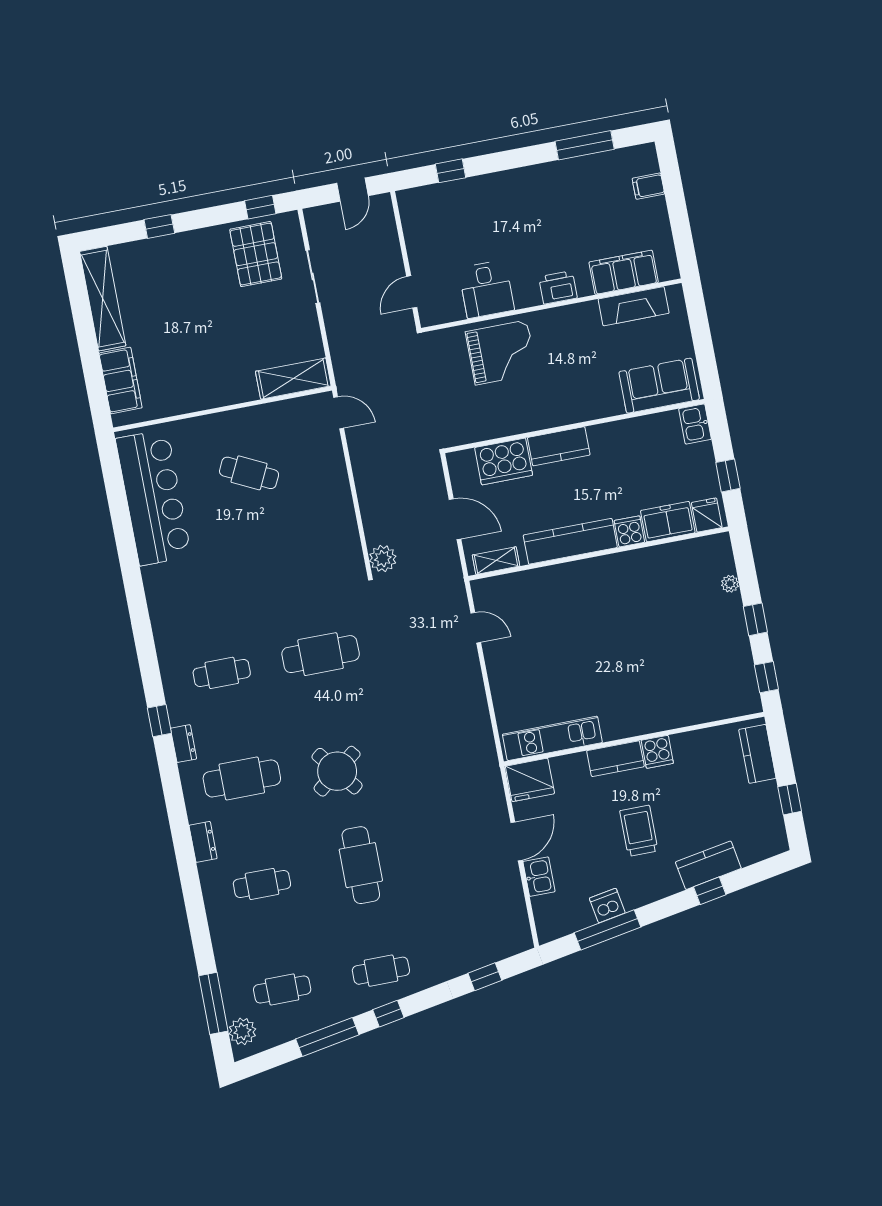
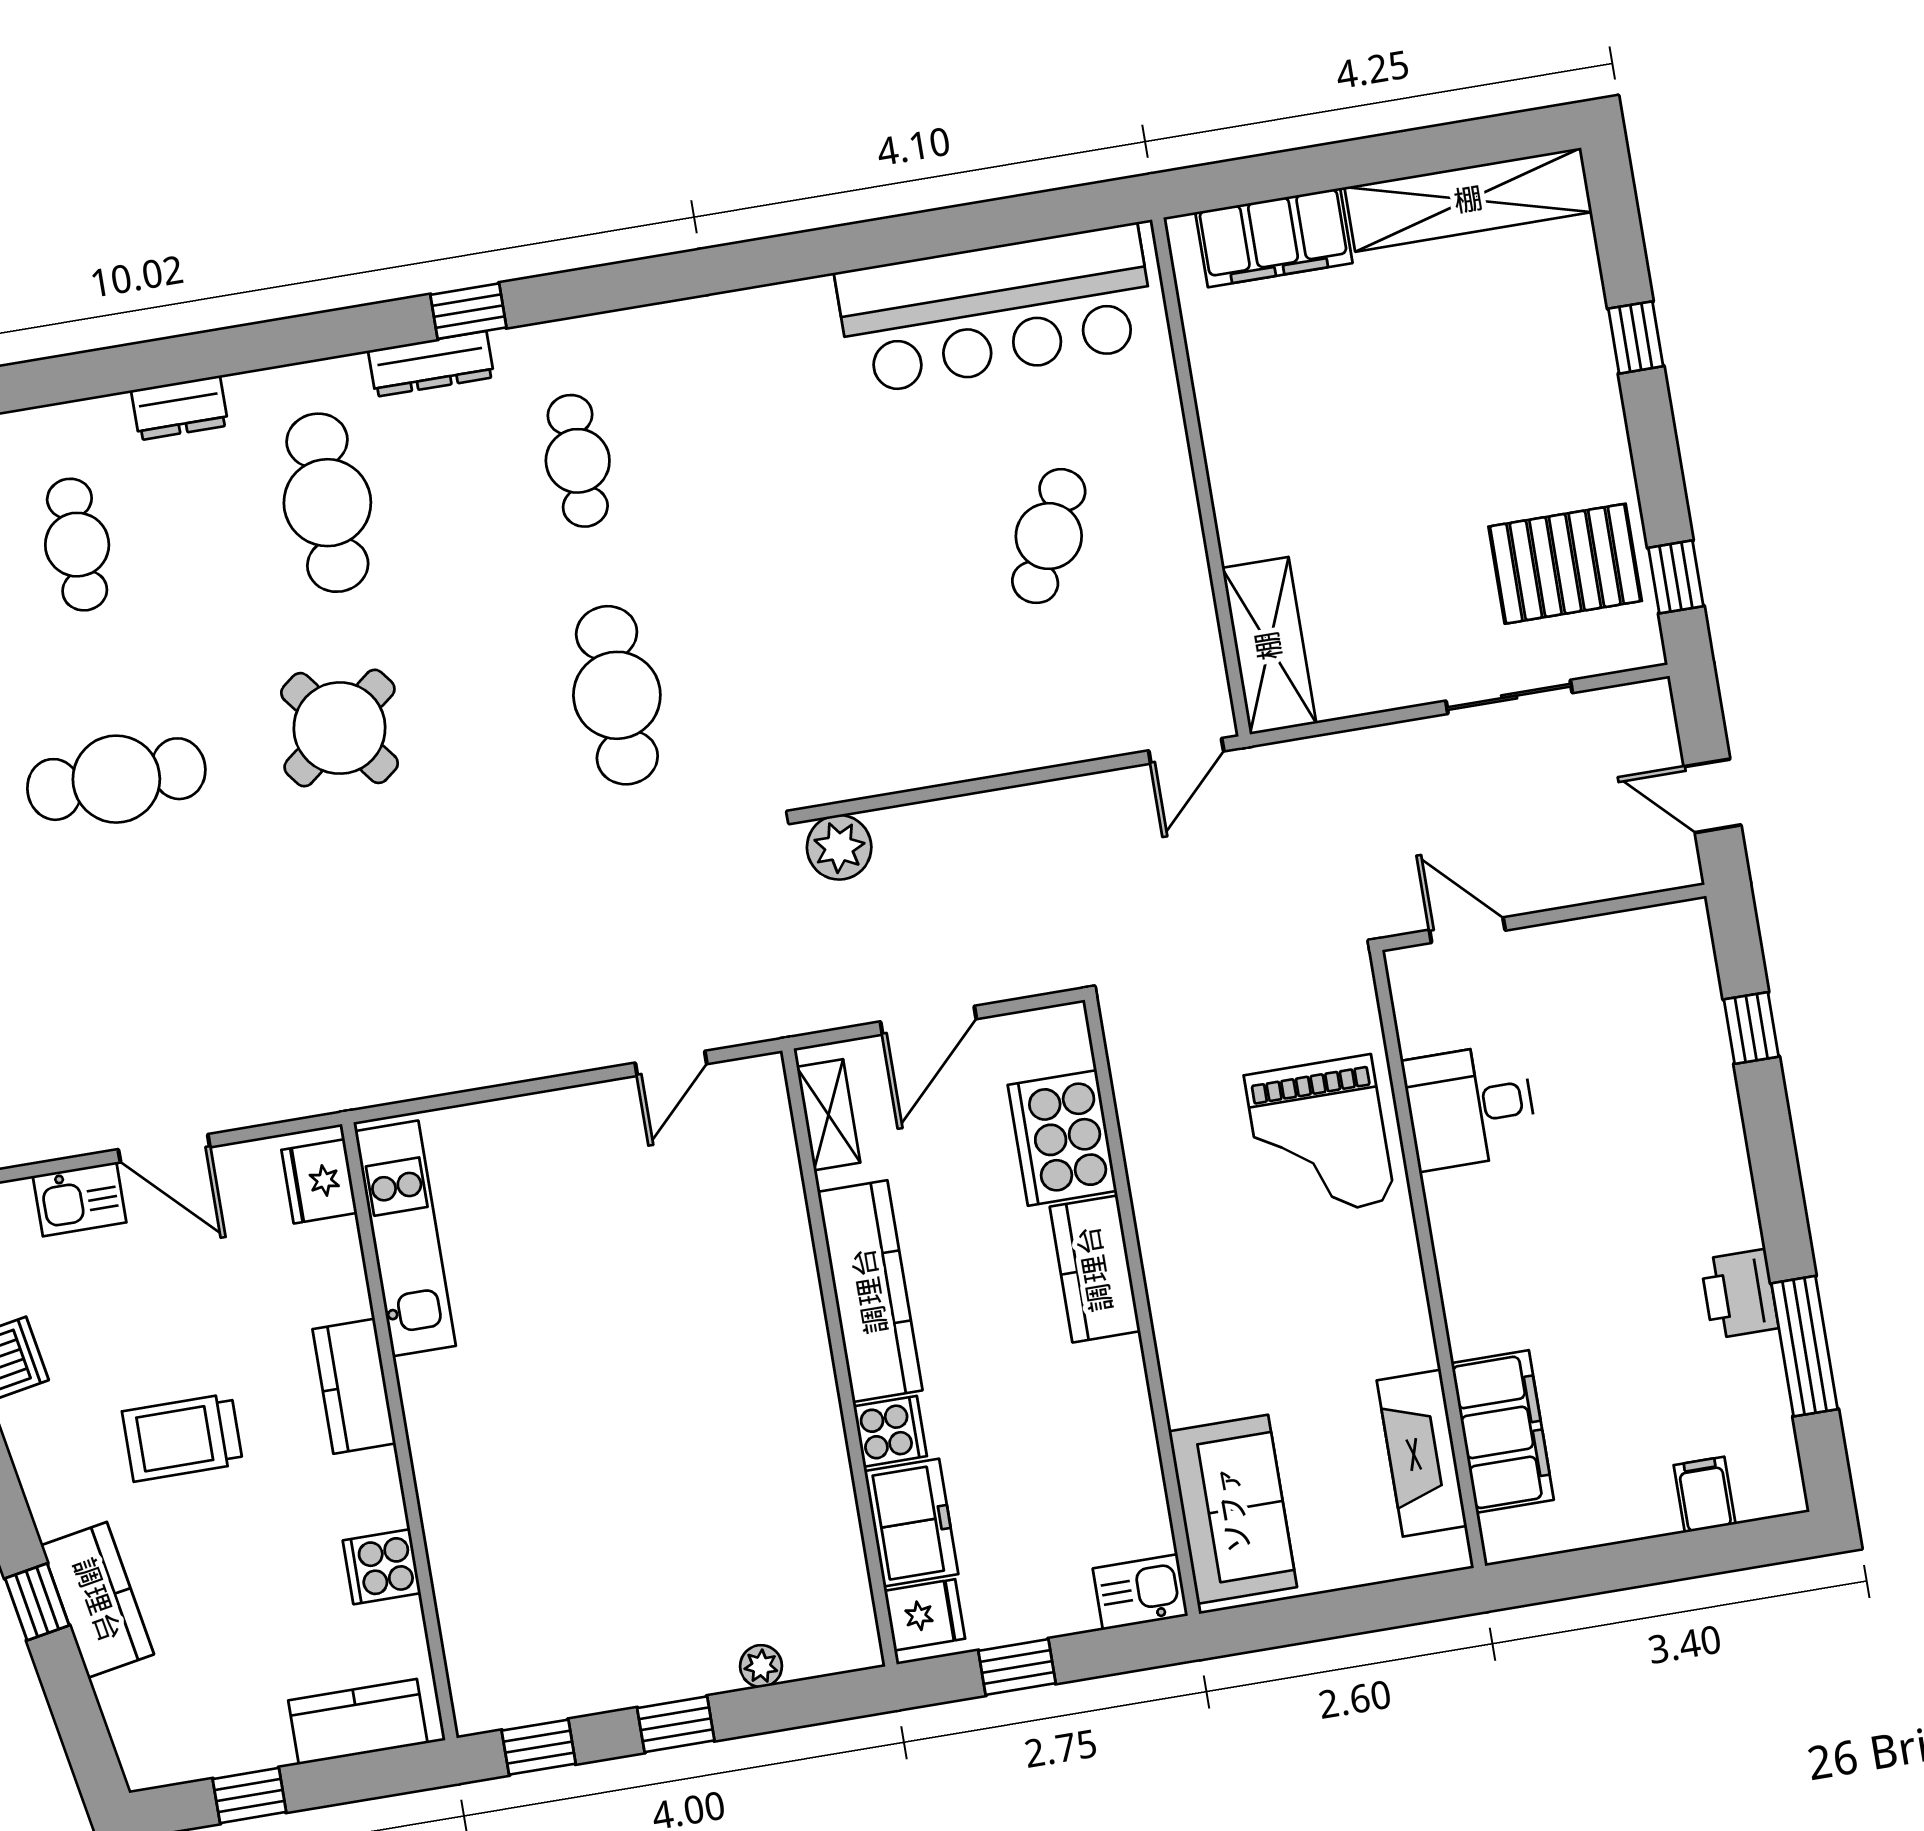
printer: (558, 287) -> (1739, 1294), moved, turned 180
dresser: (184, 744) -> (431, 364), width x1.44
cooker: (657, 752) -> (382, 1567), moved
fridge: (530, 780) -> (319, 1181), width x0.73, depth x0.75
trolley: (639, 831) -> (182, 1437), turned 180

